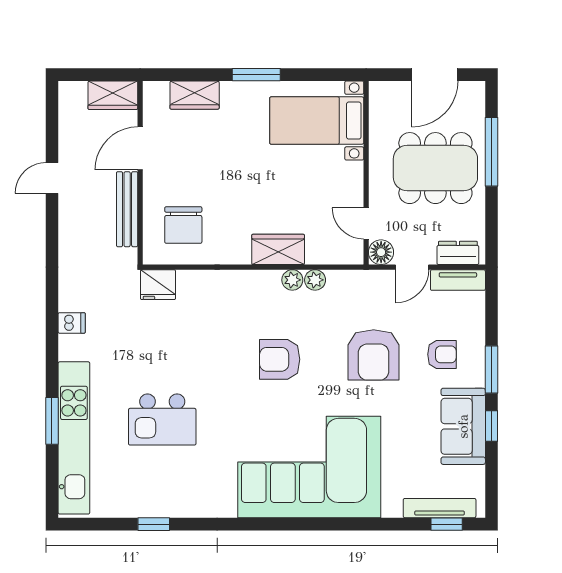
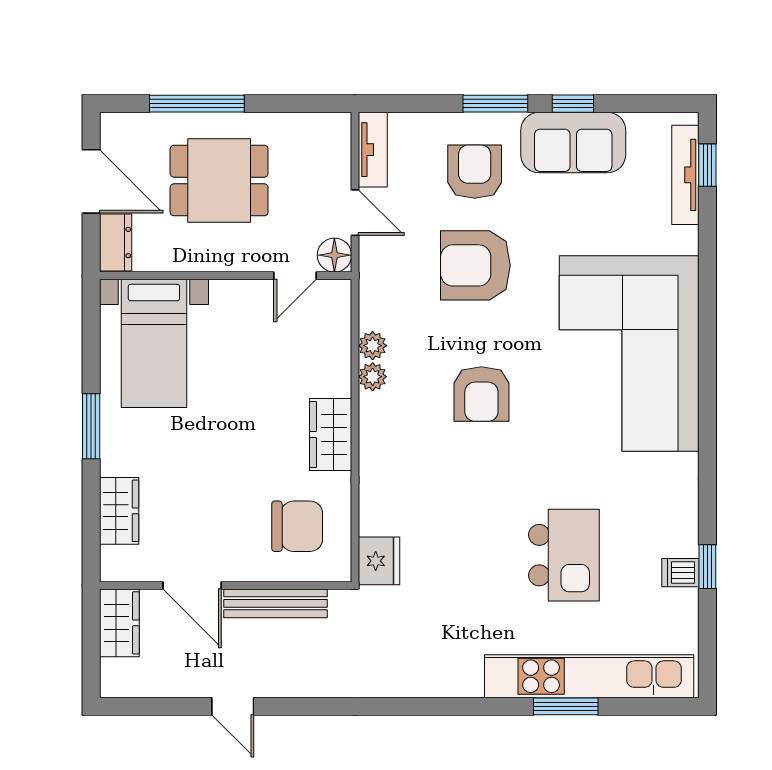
dining table: (435, 168) -> (219, 181), width x0.73
wardrobe: (278, 249) -> (331, 435), moved
dresser: (458, 253) -> (116, 243), moved, turned 180
dishwasher: (72, 323) -> (680, 573), moved, turned -90
armchair: (442, 354) -> (475, 172), width x1.38, depth x1.38
armchair: (374, 355) -> (475, 265), turned 180

